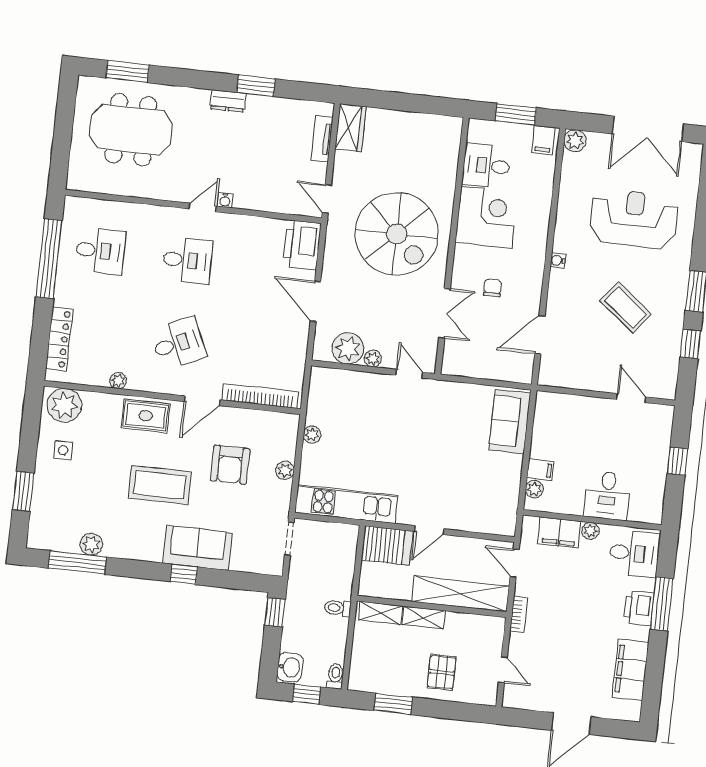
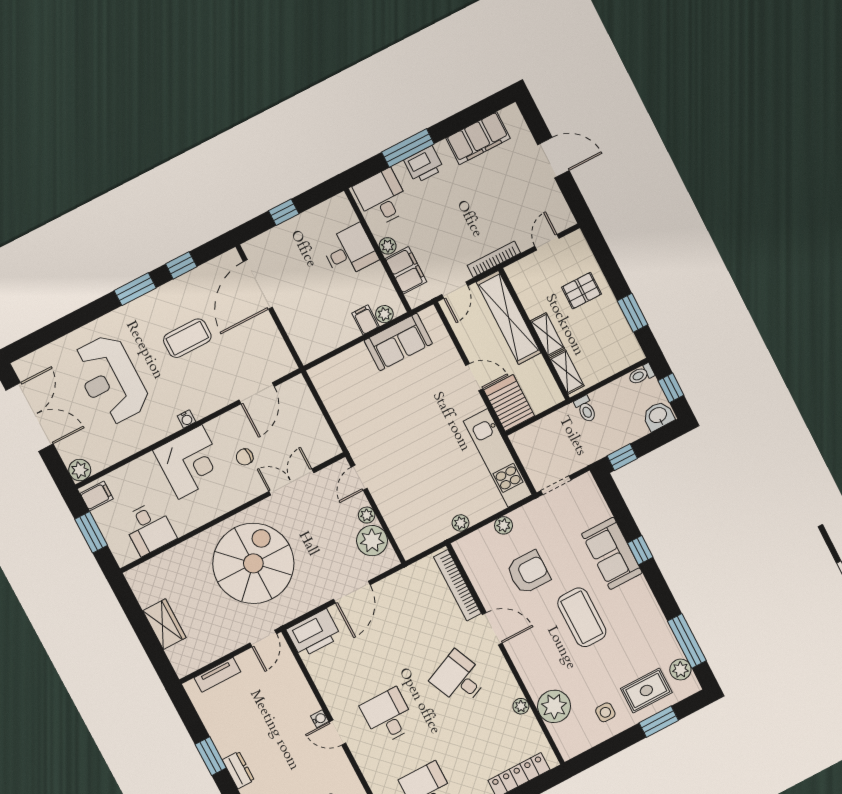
wardrobe: (350, 128) -> (164, 624), moved, turned 90
corner desk: (486, 217) -> (190, 462), moved, turned 180
coffee table: (626, 307) -> (187, 338), turned 52
door: (540, 335) -> (257, 393), hinge flipped
door: (631, 398) -> (258, 284), width x1.87
plant: (64, 405) -> (554, 706), moved
rug: (146, 416) -> (646, 690), moved, turned 90
sofa: (510, 421) -> (398, 342), moved
plant: (91, 544) -> (680, 670), moved
bookcase: (519, 614) -> (494, 259), width x1.56

